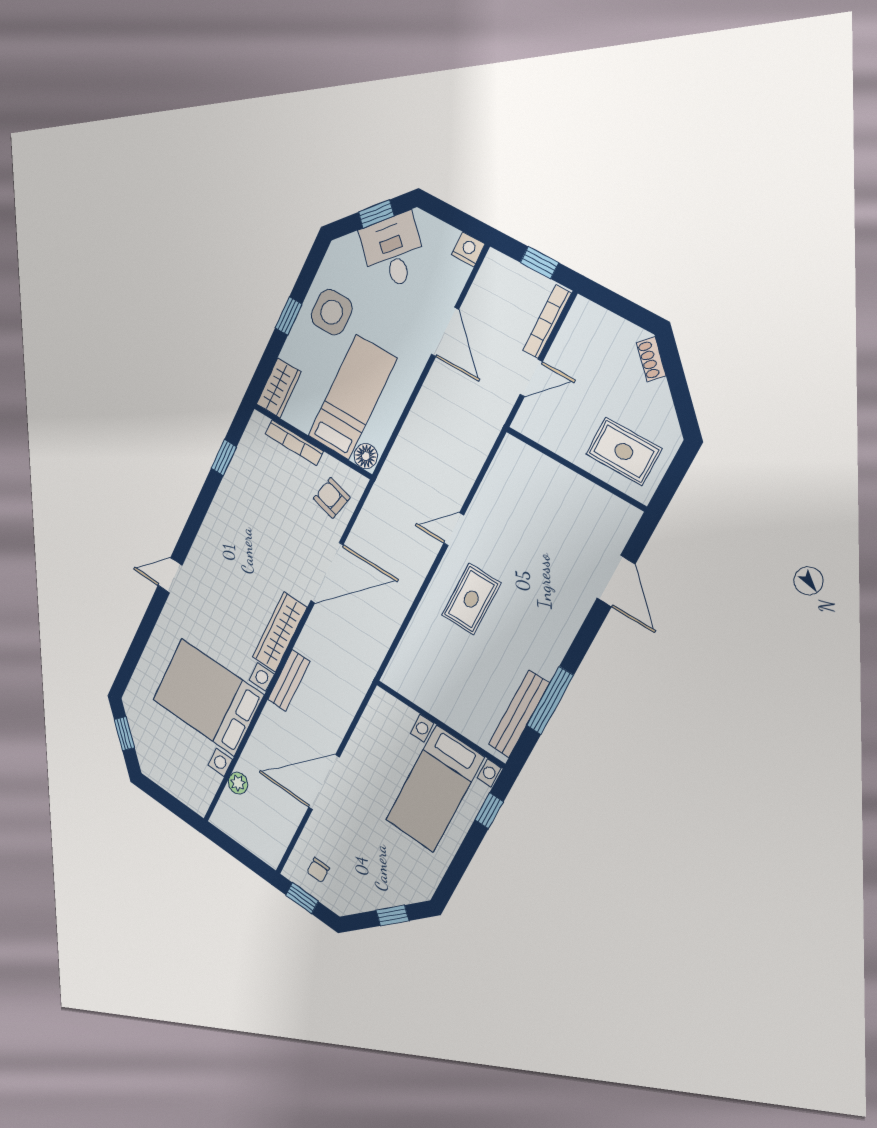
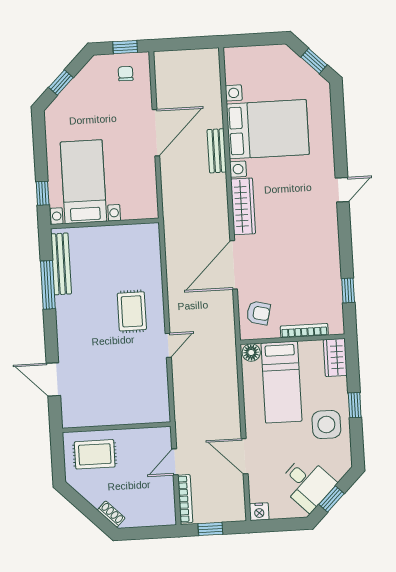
bench: (289, 680) -> (217, 151), moved
plant: (238, 783) -> (213, 89), removed

